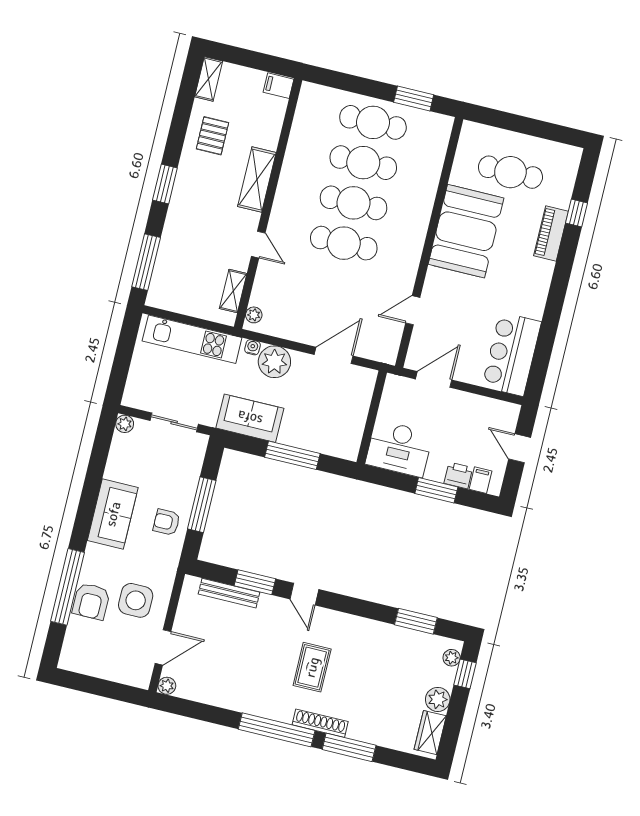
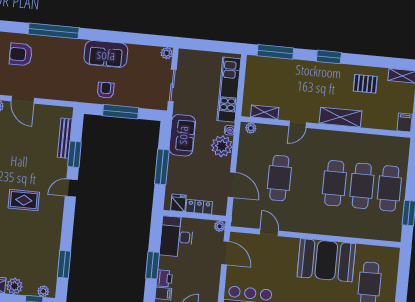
cafe table: (344, 243) -> (279, 178), moved
plant: (393, 382) -> (220, 226), added
locker: (360, 409) -> (199, 207), added
fridge: (349, 438) -> (178, 203), added
side table: (136, 600) -> (51, 77), removed
armchair: (91, 601) -> (21, 54), moved

